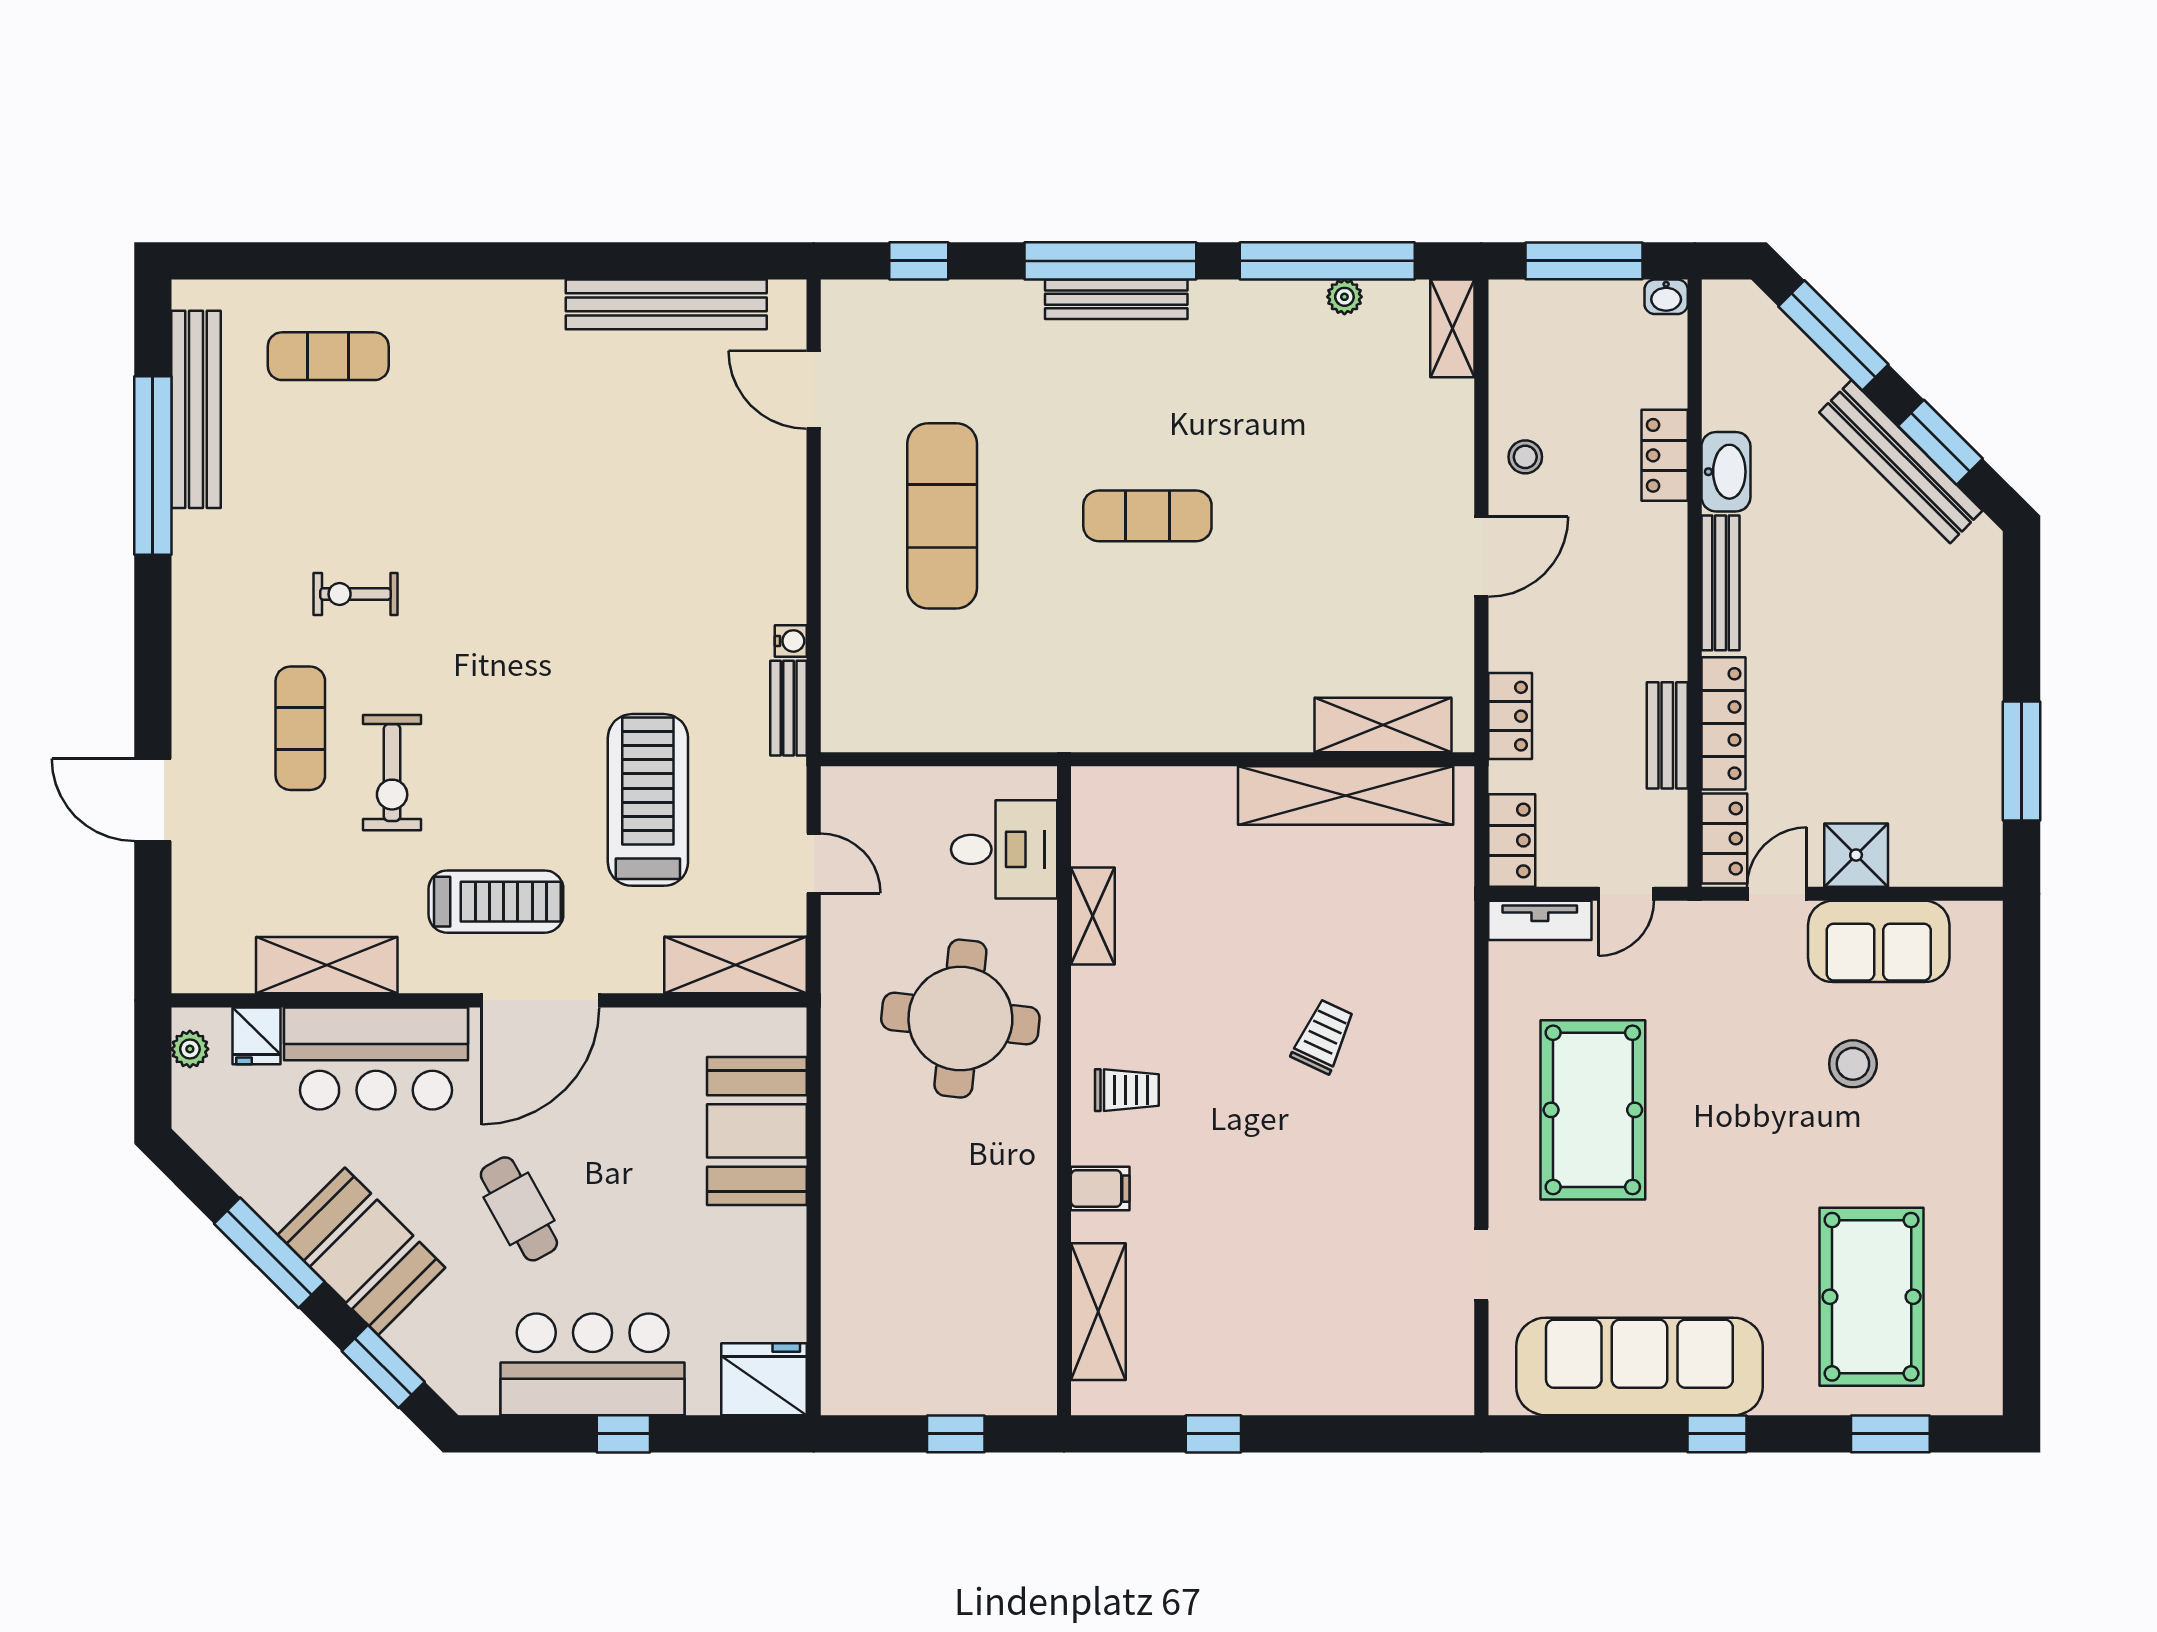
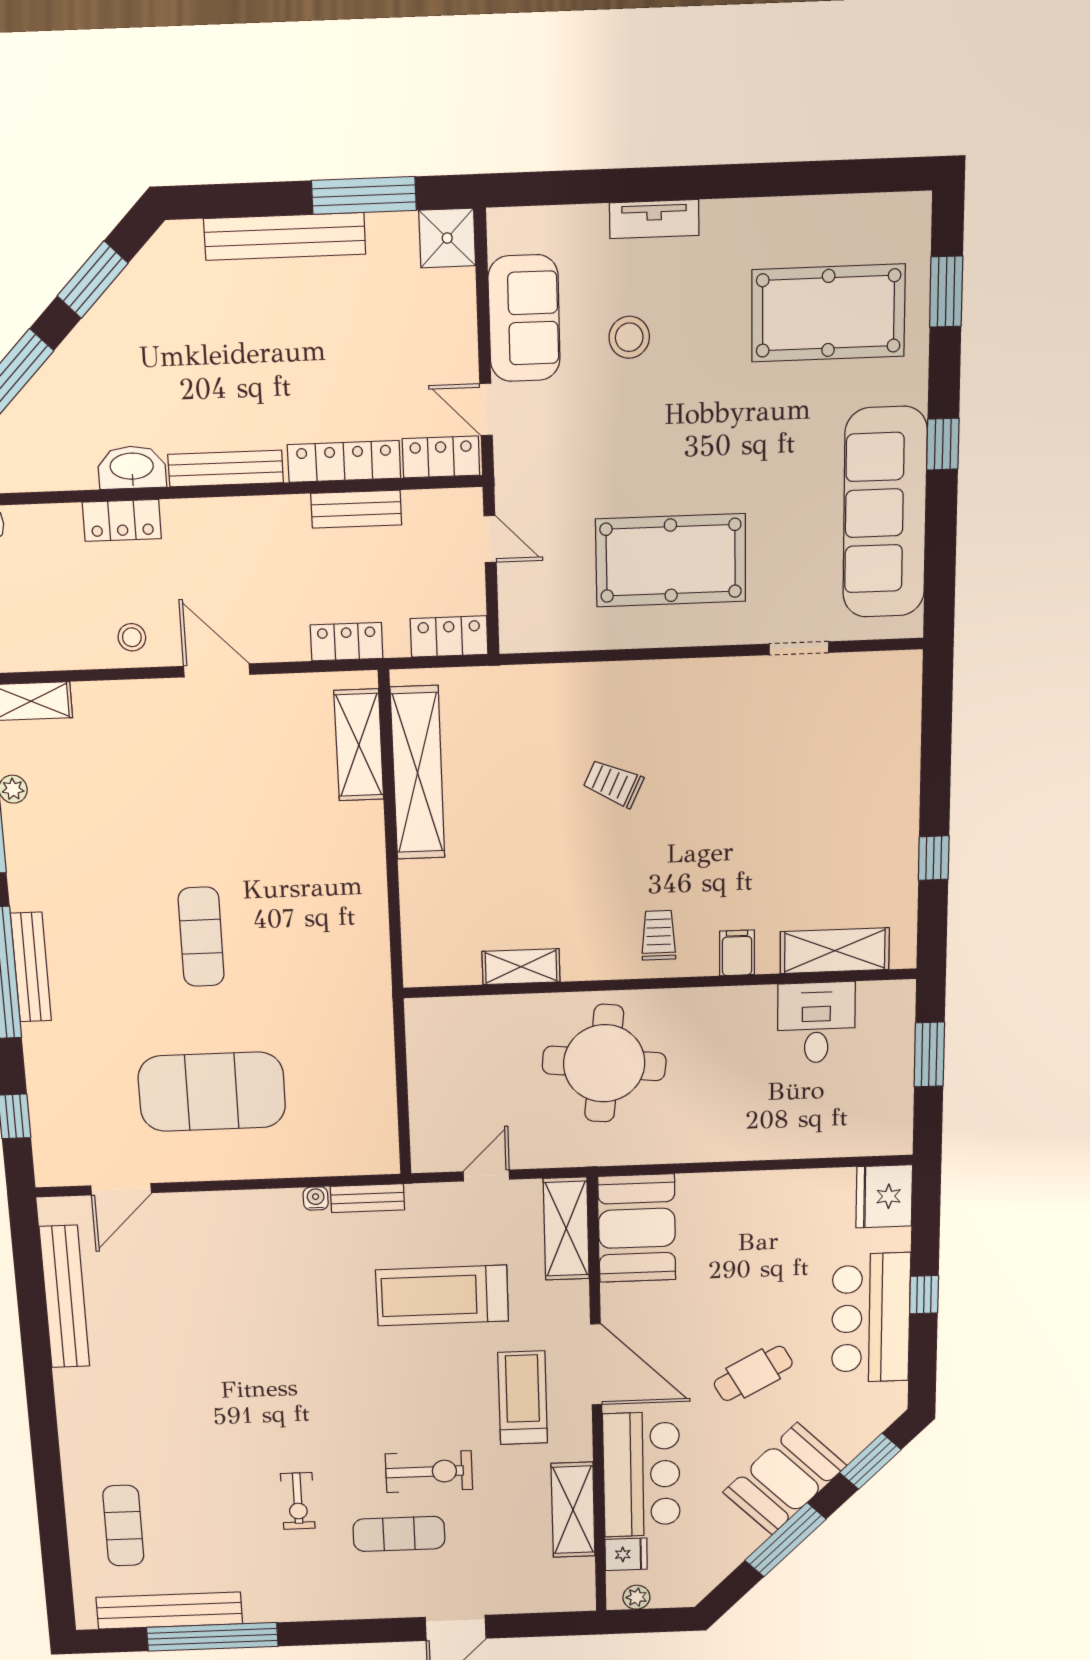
bench: (1901, 462) -> (285, 236), moved, turned 45
exercise mat: (942, 516) -> (212, 1092), width x1.47
desk: (1004, 849) -> (816, 1023), moved
shower: (1856, 855) -> (447, 238), moved
tv unit: (1540, 920) -> (654, 219), moved, turned 90
booth: (757, 1131) -> (637, 1228), moved, turned 90
window: (956, 1434) -> (929, 1055), width x1.50

